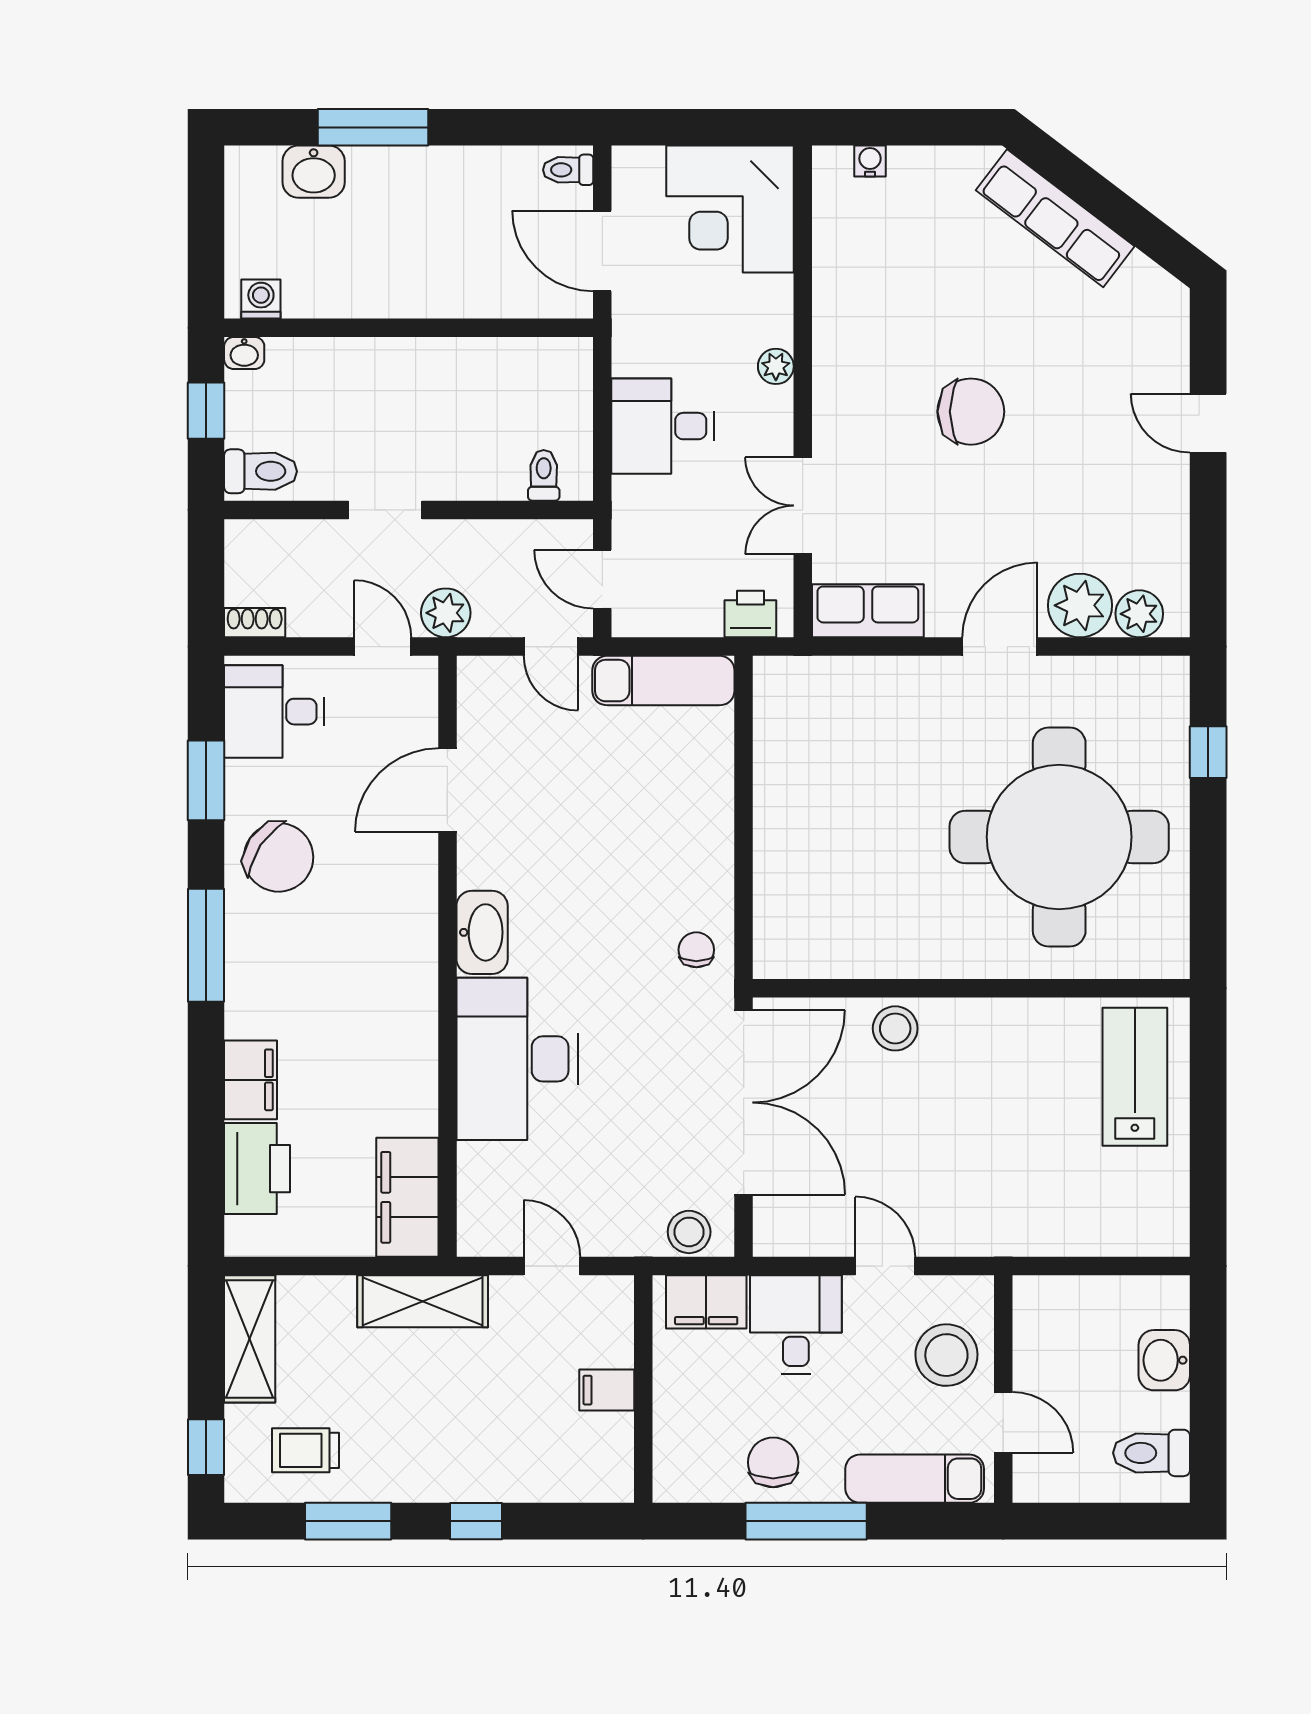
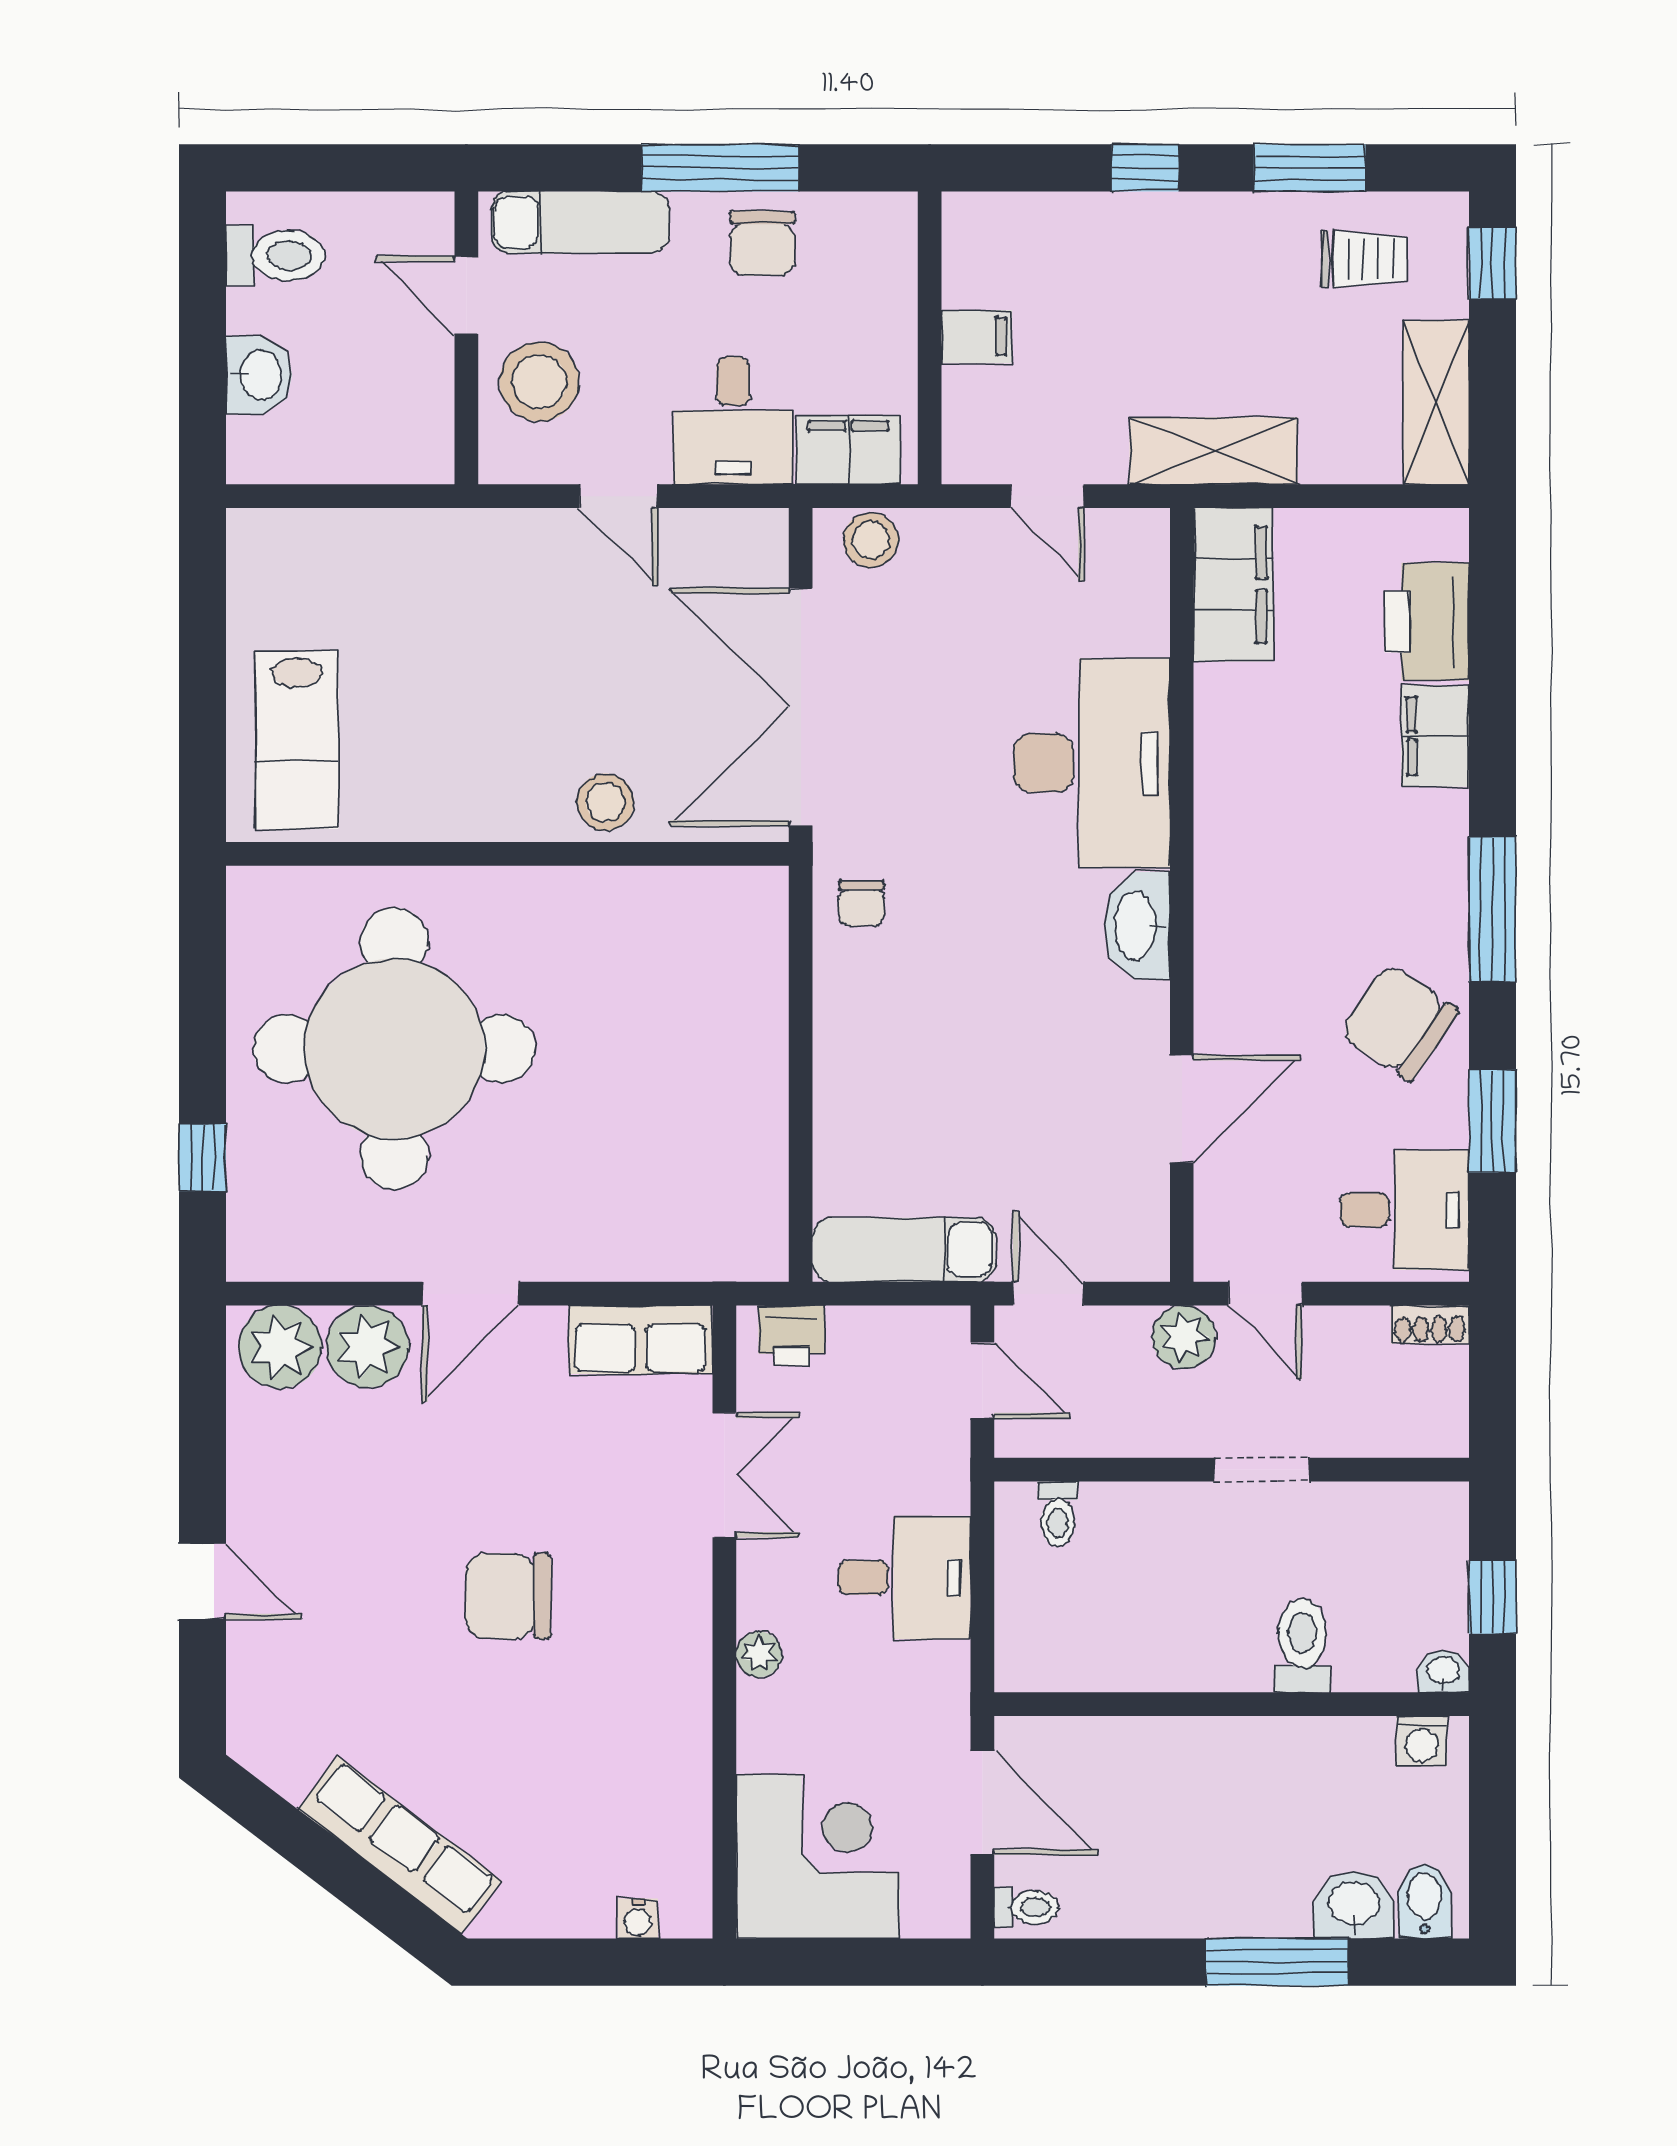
bidet: (259, 175) -> (1424, 1901), added
toilet: (261, 471) -> (1302, 1646), moved, turned 90
plant: (1139, 614) -> (280, 1347), width x1.36, depth x1.36

